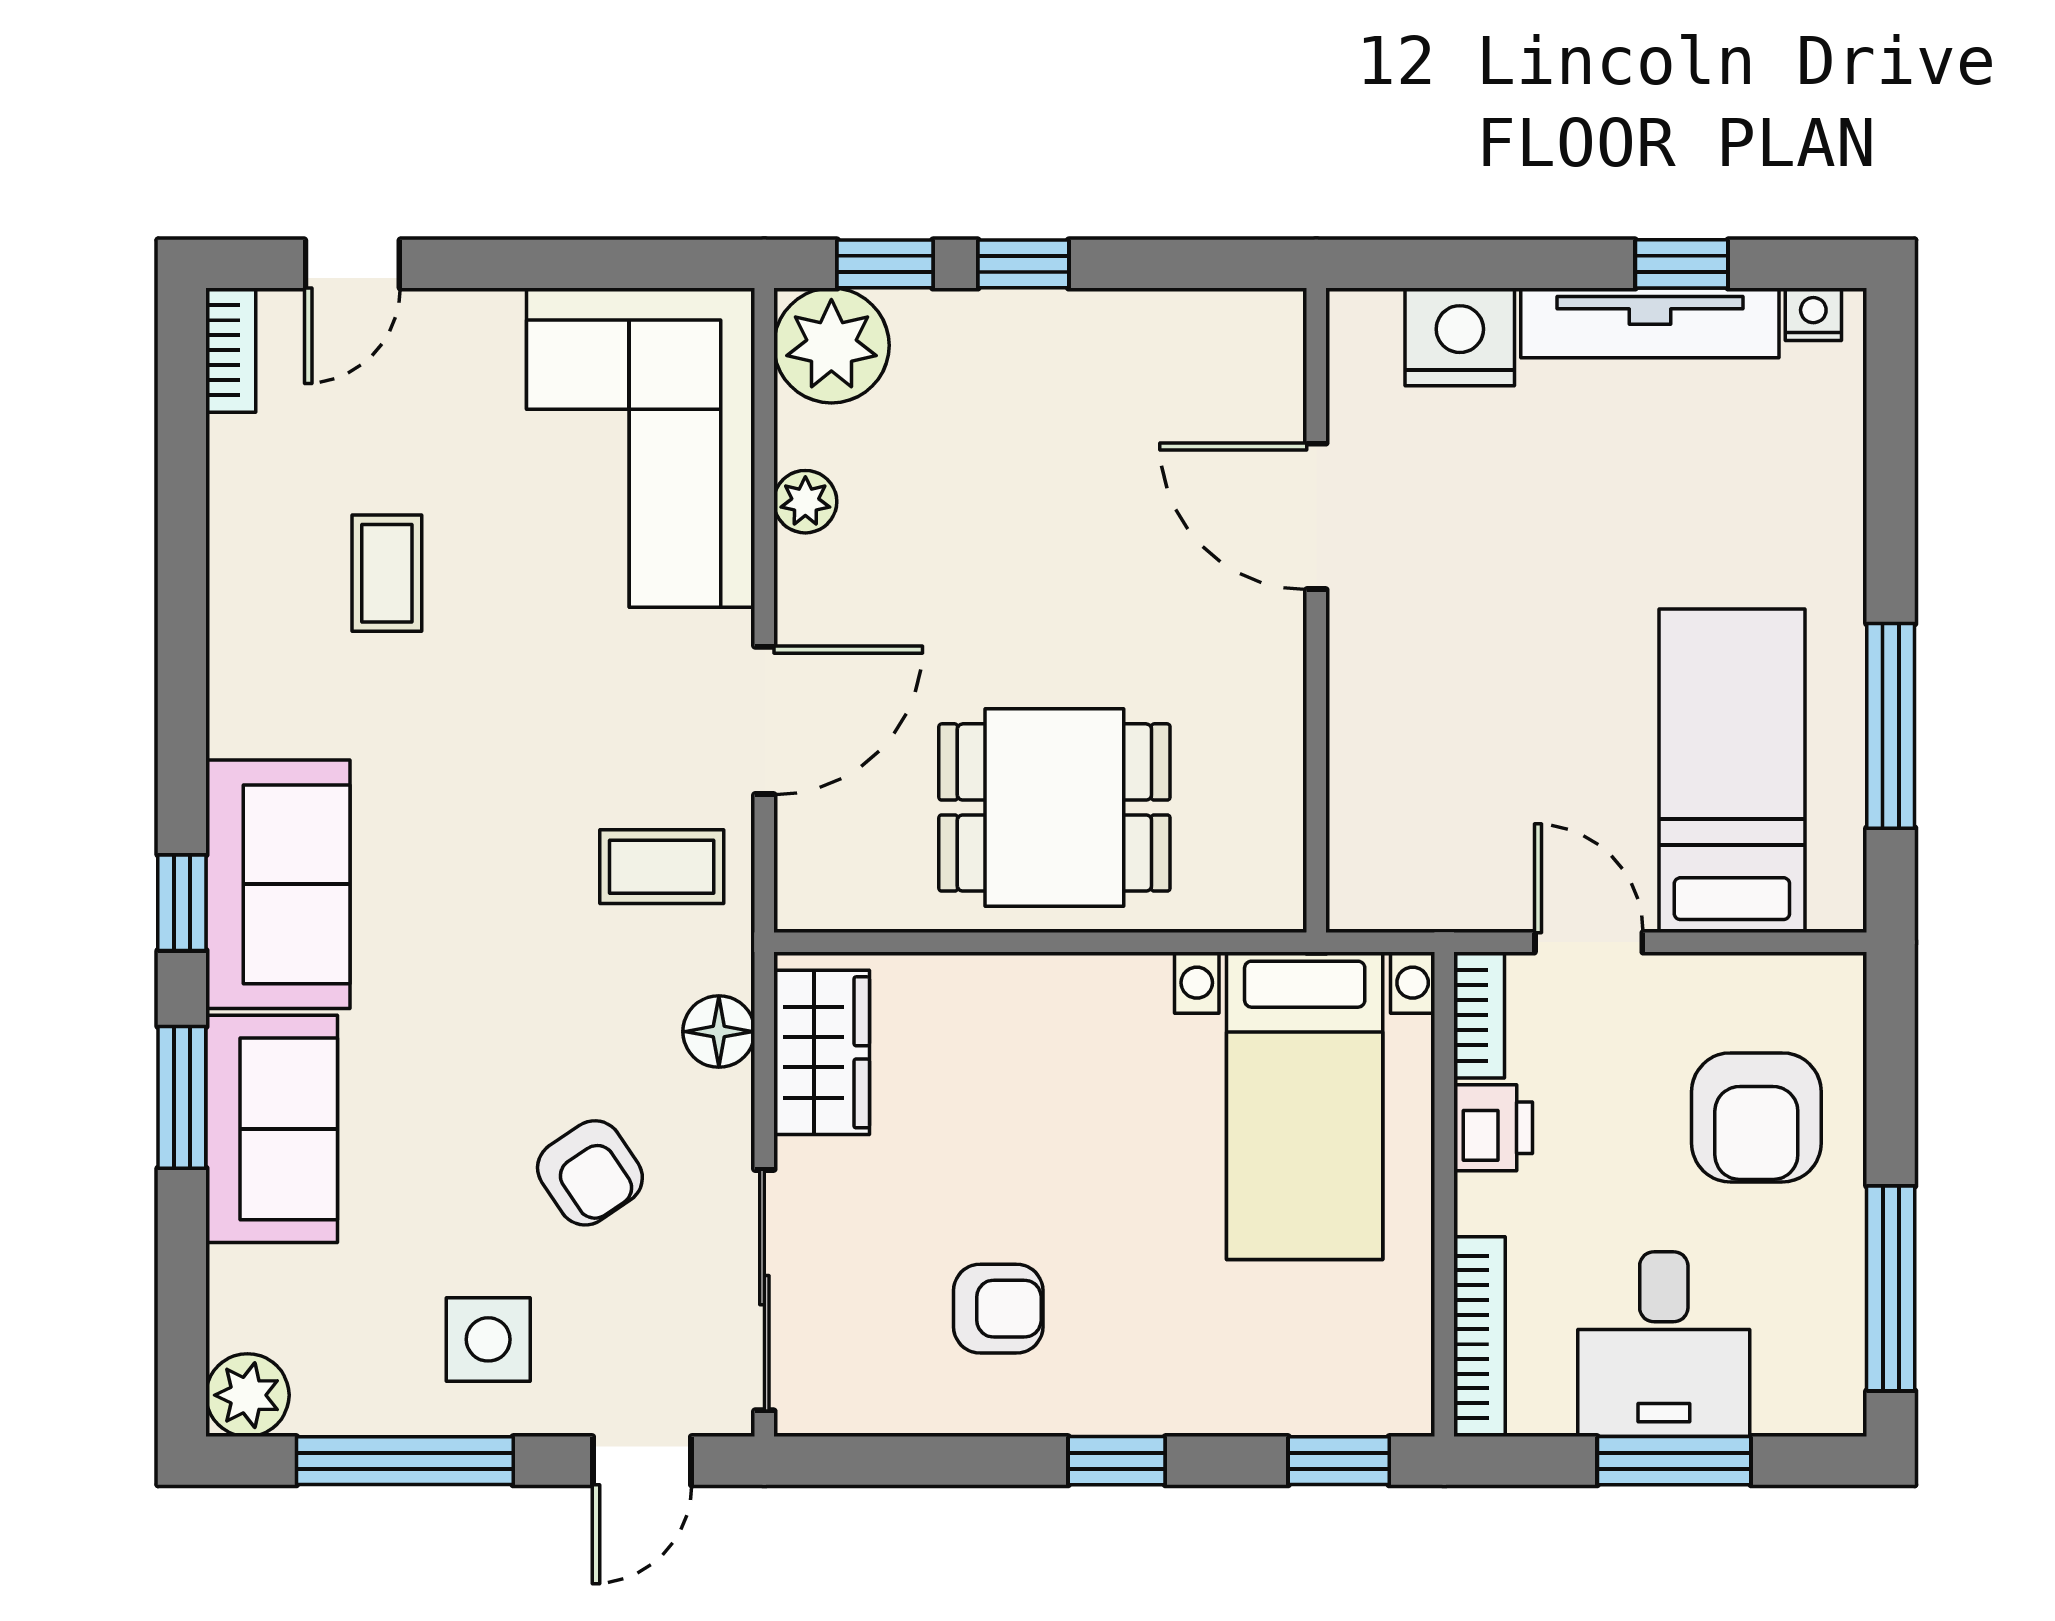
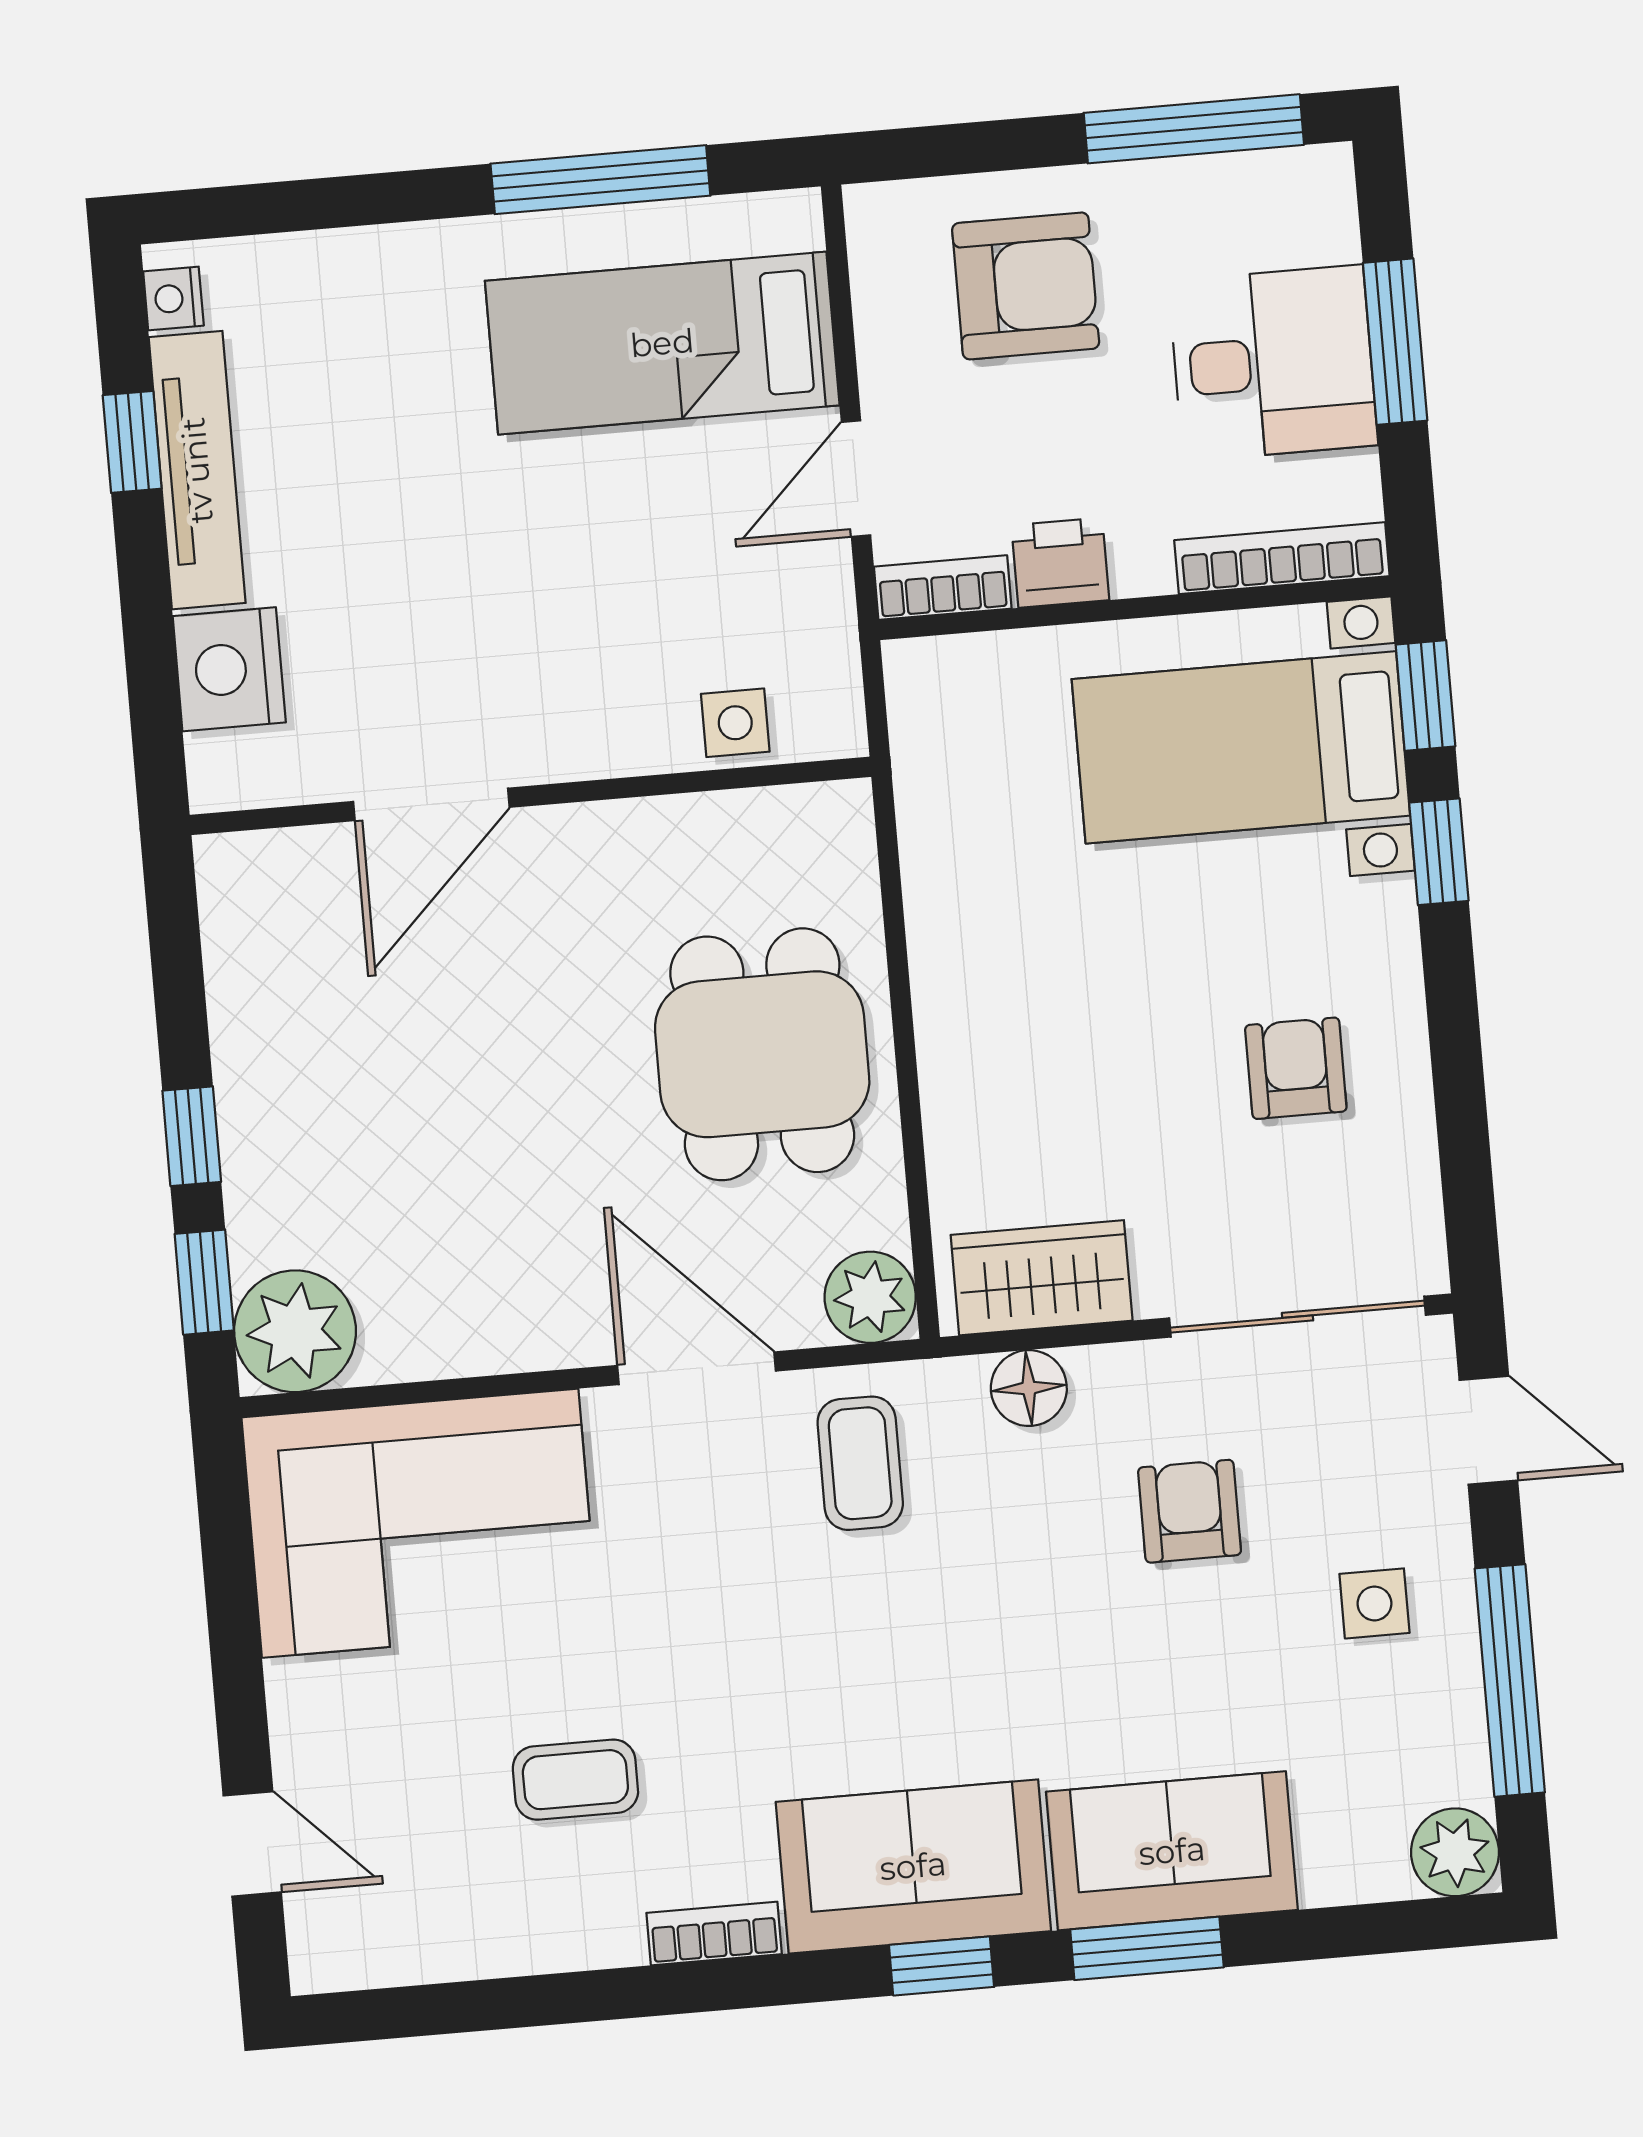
bookcase: (231, 350) -> (714, 1934), moved
plant: (805, 502) -> (870, 1297), moved, width x1.38, depth x1.38
side table: (1369, 809) -> (735, 723), added
bed with nightstands: (1305, 1106) -> (1241, 747), moved, turned 180
armchair: (590, 1173) -> (1190, 1511), turned -56
side table: (488, 1339) -> (1374, 1603), width x0.73, depth x0.73
window: (1117, 1461) -> (1439, 852), moved

